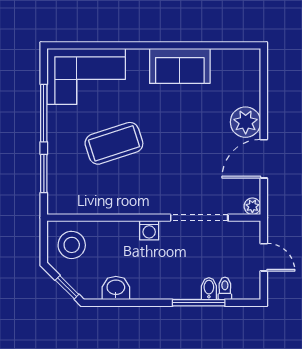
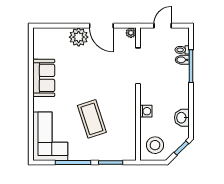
washing machine: (149, 230) -> (146, 111), moved

